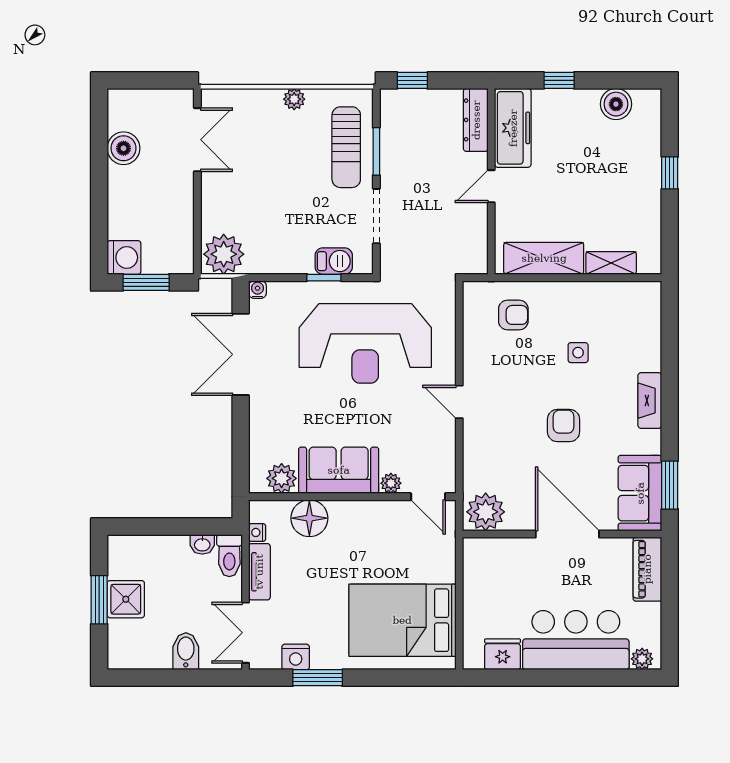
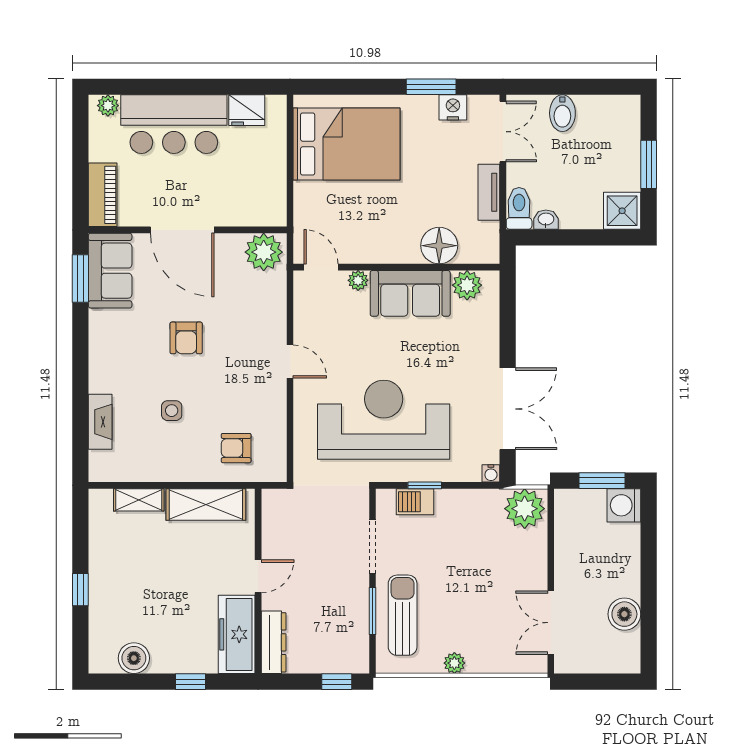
fireplace: (650, 401) -> (100, 422), moved
nightstand: (257, 532) -> (491, 231), removed
shower: (126, 599) -> (622, 211), moved

